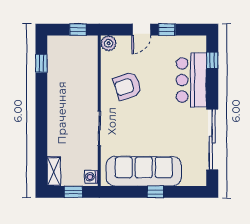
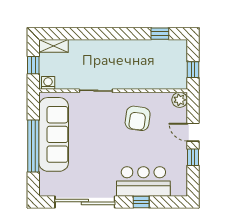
window: (212, 60) -> (141, 202), moved
armchair: (127, 86) -> (138, 118), turned -153
window: (155, 192) -> (33, 146), width x3.17

